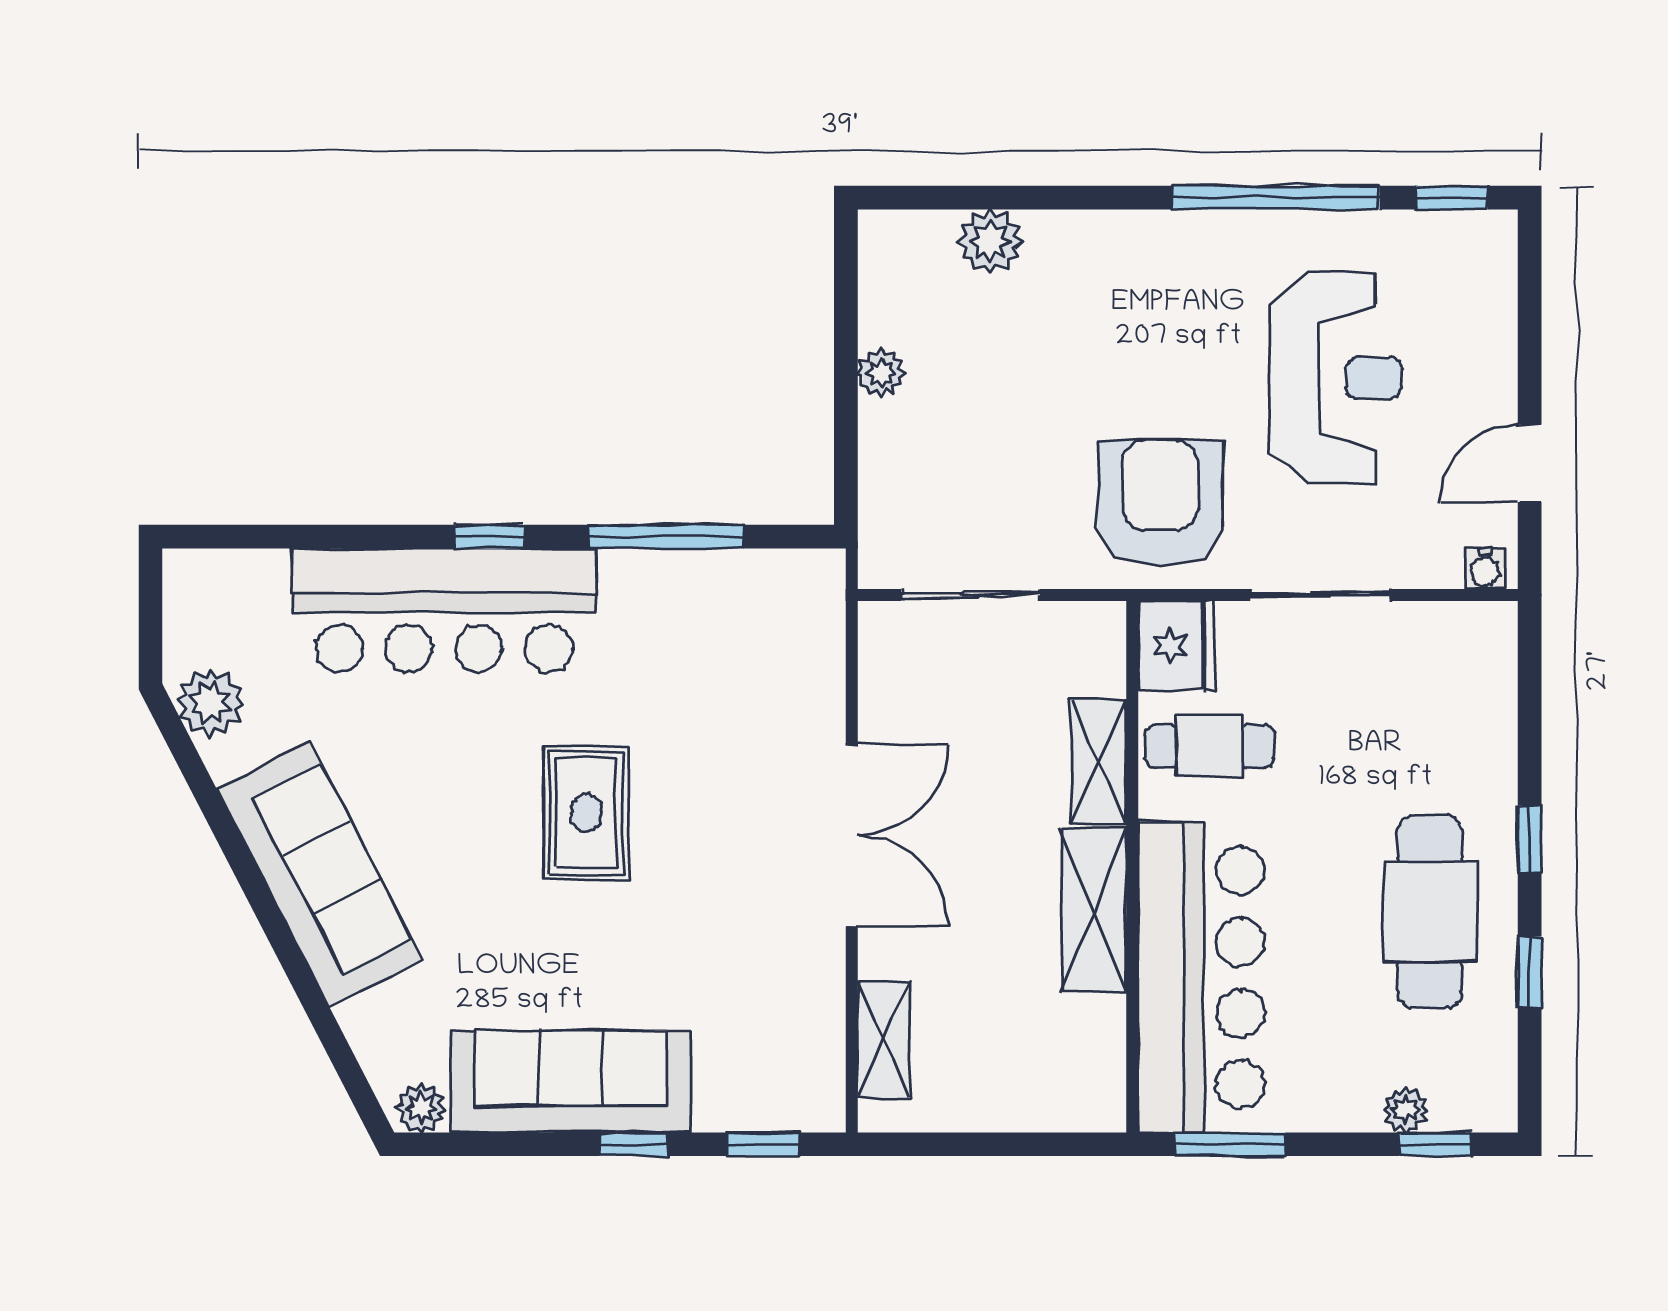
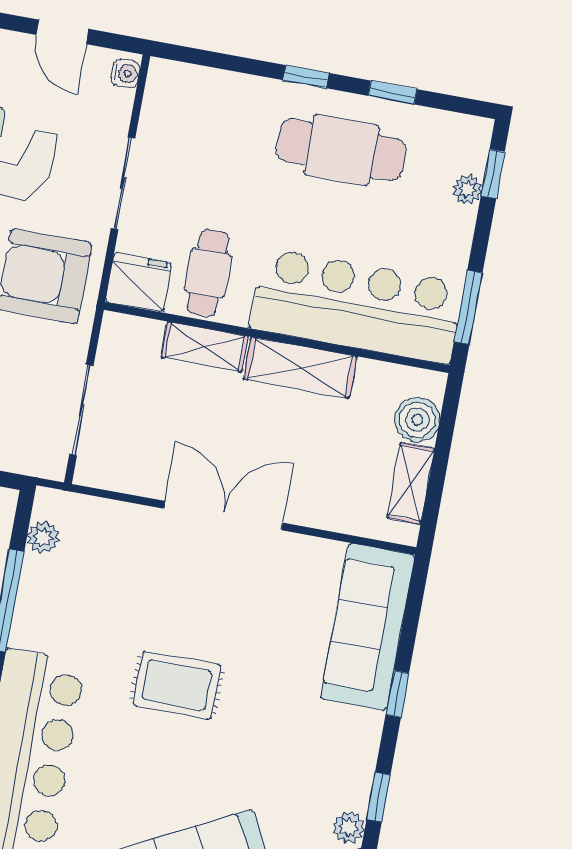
plant: (770, 573) -> (43, 537), added
shelving: (884, 1040) -> (411, 483), moved, turned 90
sofa: (570, 1082) -> (368, 627), moved
boiler: (1048, 1099) -> (417, 420), added
window: (763, 1144) -> (378, 797), moved

